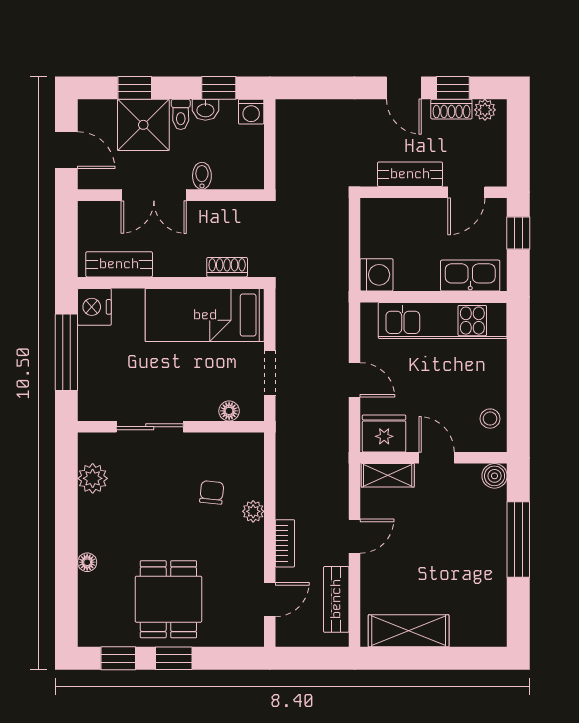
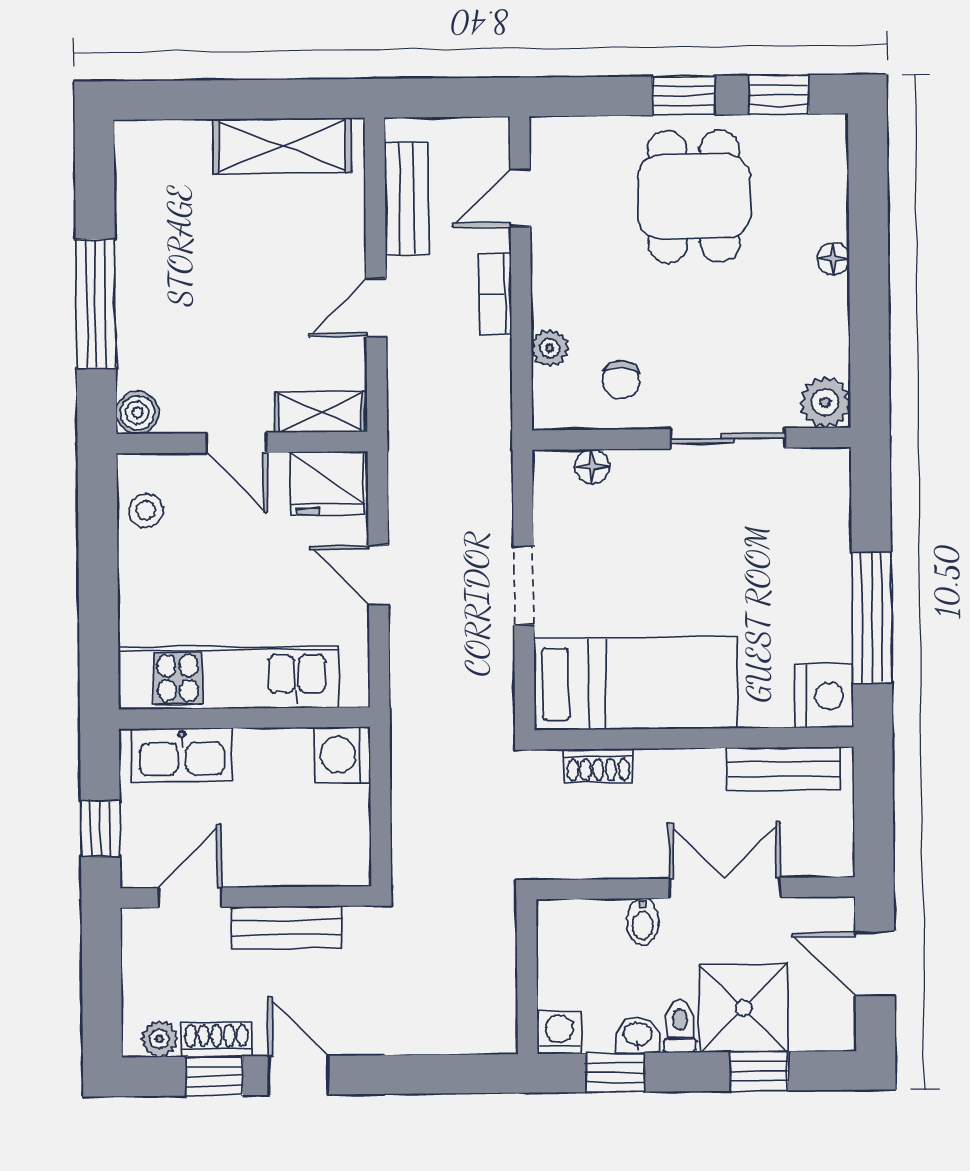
floor lamp: (229, 411) -> (592, 467), moved
sliding door: (150, 427) -> (728, 438), moved
wall: (171, 427) -> (691, 439), moved

